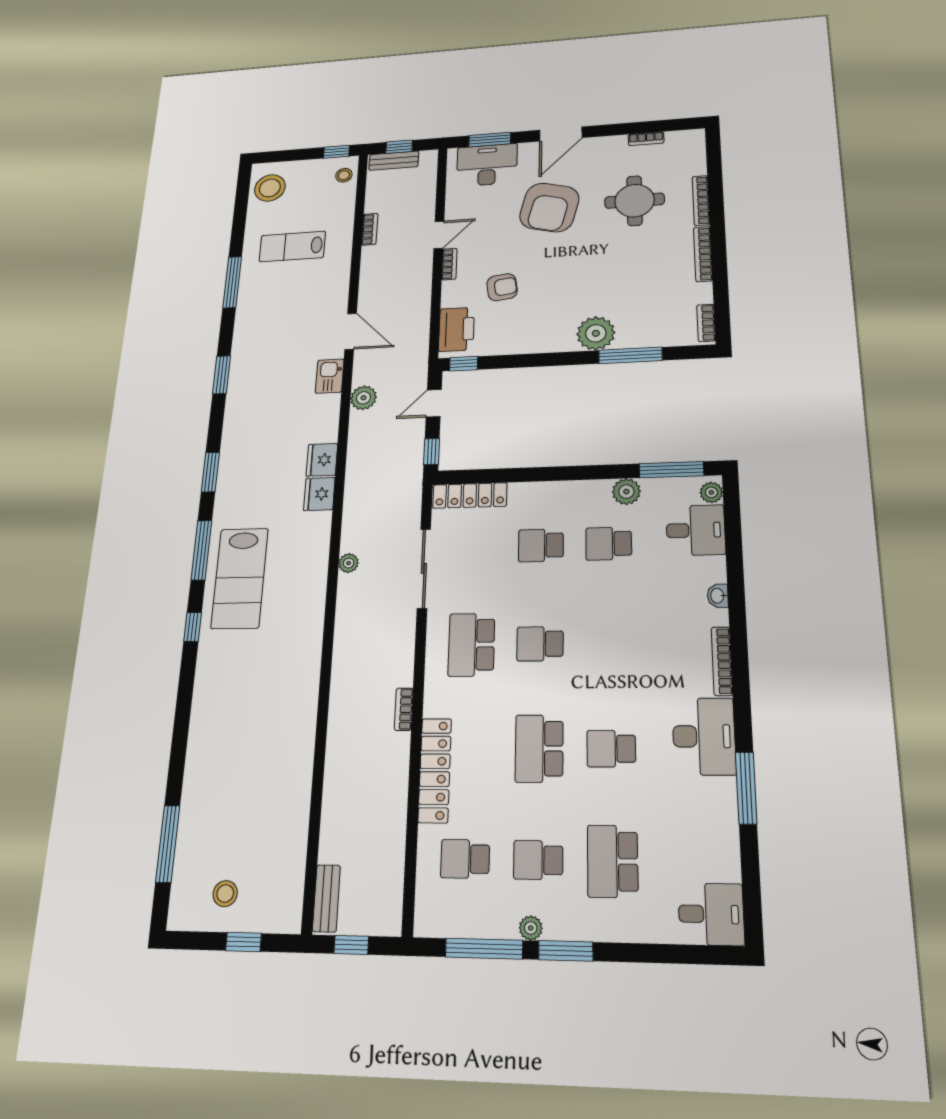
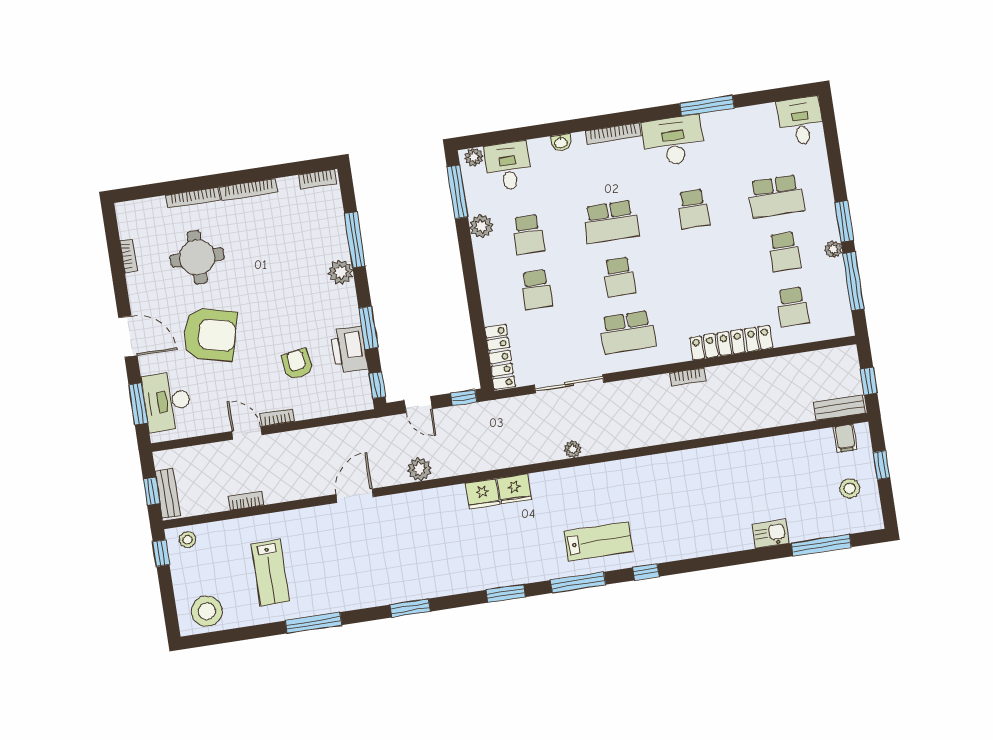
printer: (456, 329) -> (349, 350), moved, turned -90
plant: (596, 333) -> (341, 272), width x0.73, depth x0.73
window: (529, 360) -> (368, 328), added
kitchen sink: (330, 376) -> (770, 534), moved, turned 180
lab bench: (240, 578) -> (598, 541), width x0.73, depth x0.72
school desk: (539, 748) -> (611, 222), moved
filing cabinet: (287, 899) -> (845, 438), added

